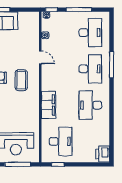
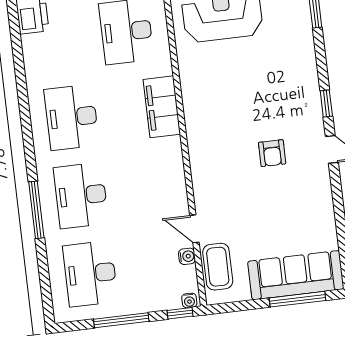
door: (40, 57) -> (194, 229), moved
coffee table: (21, 80) -> (218, 267), moved
desk: (90, 105) -> (72, 117), turned 180

